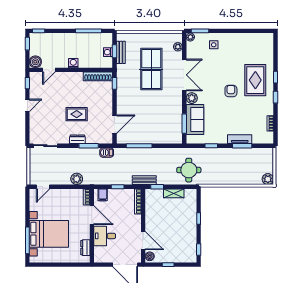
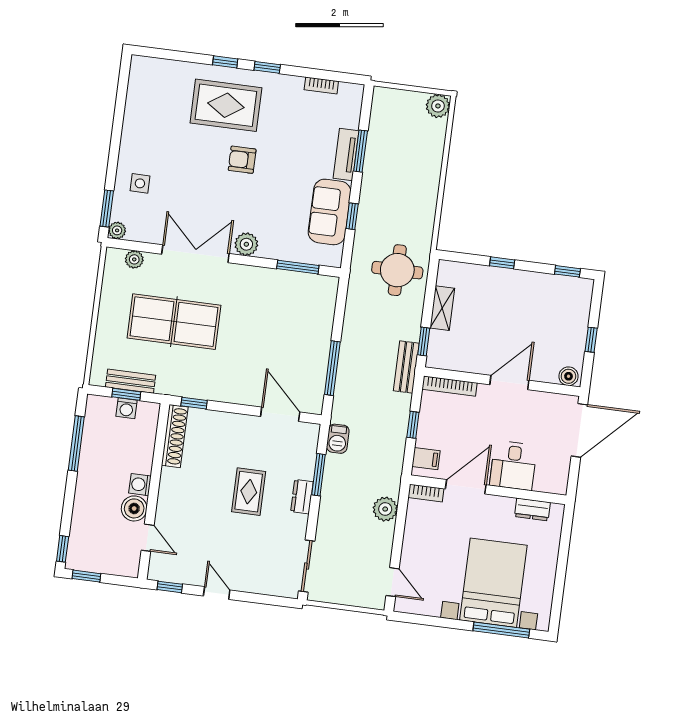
boiler: (35, 62) -> (134, 508), moved
sofa: (195, 119) -> (329, 212), moved, turned -90
door: (143, 241) -> (509, 383), moved

